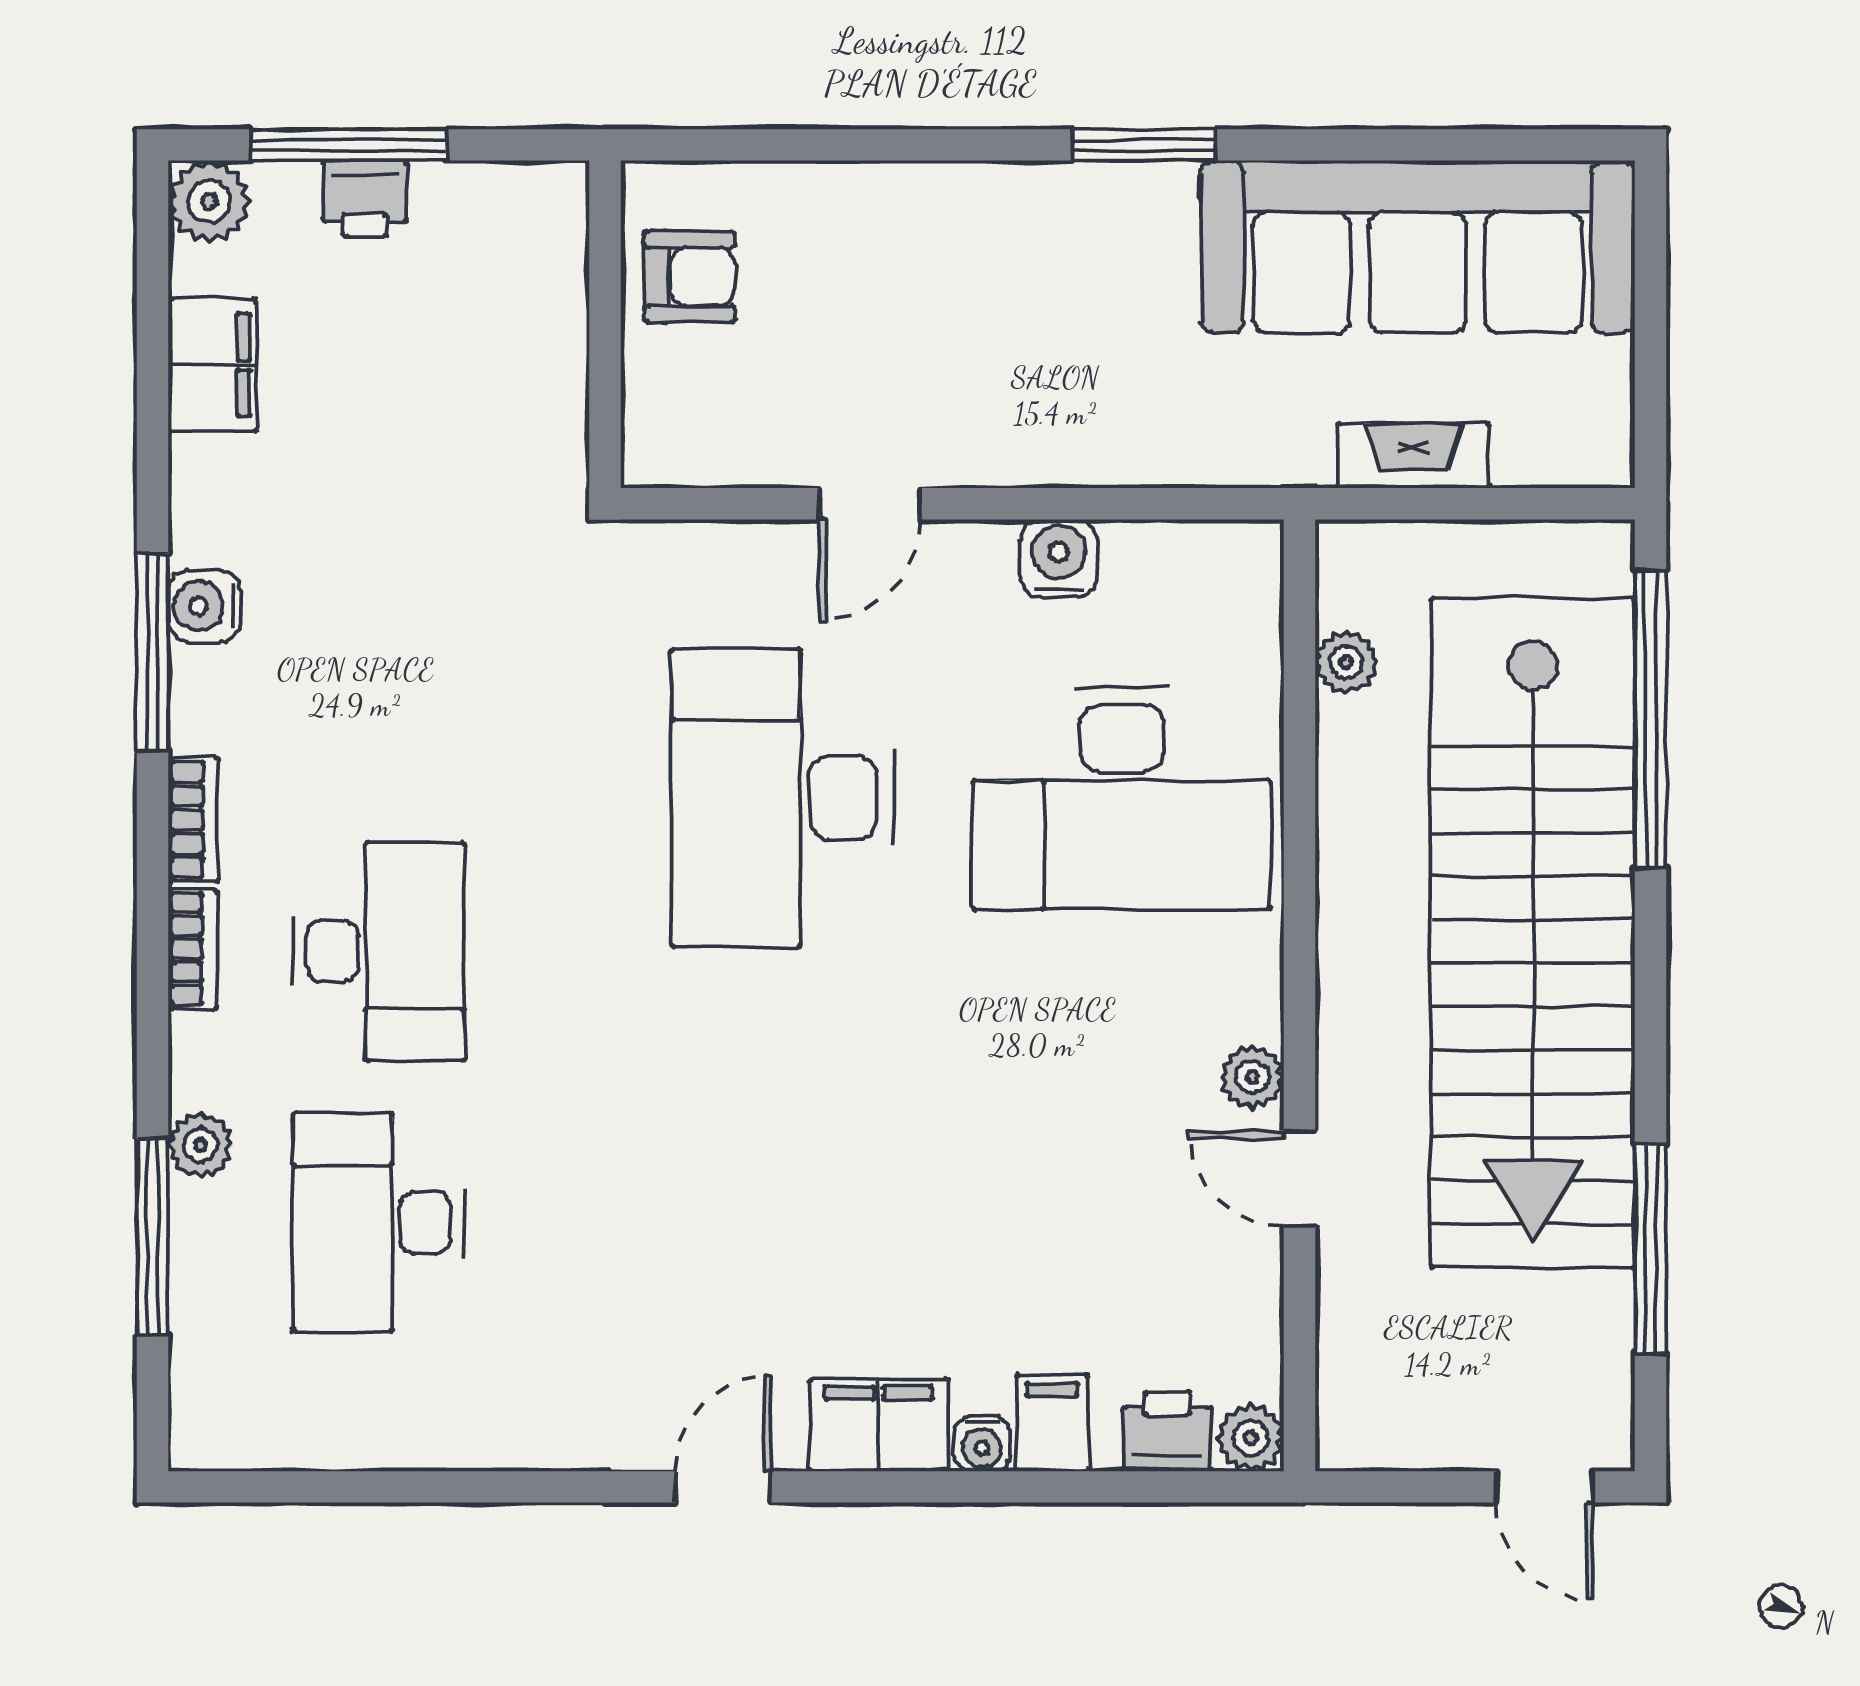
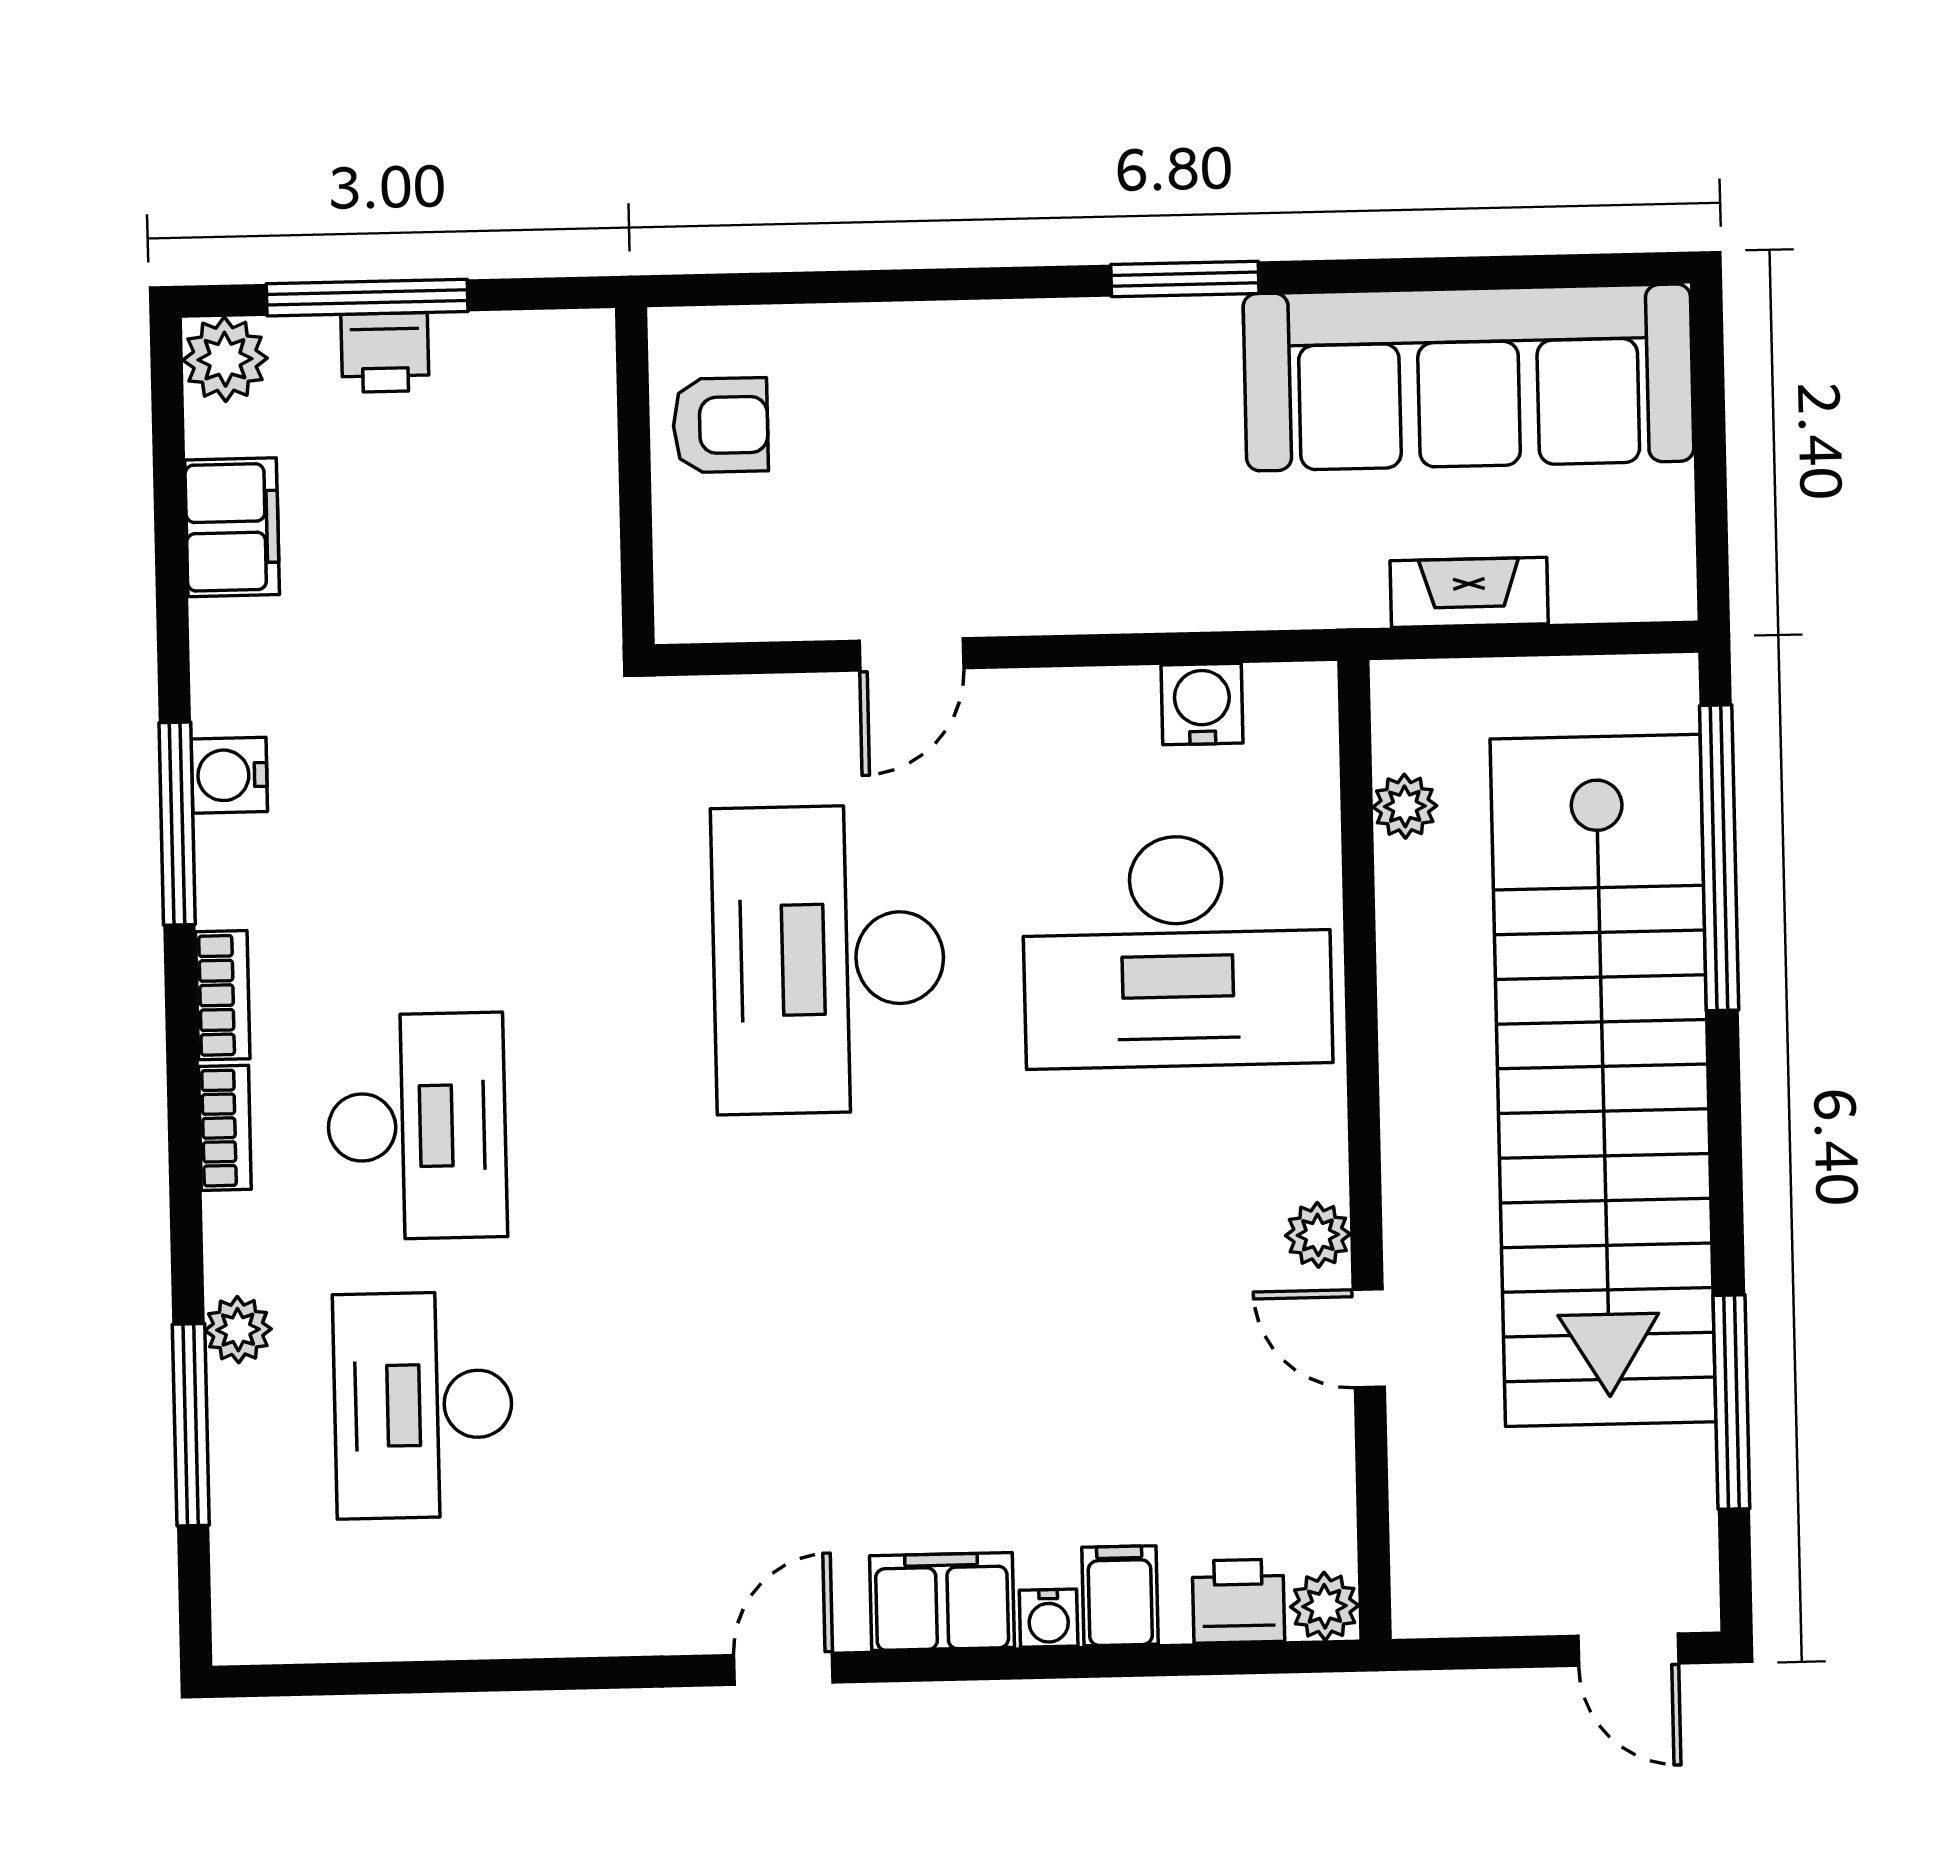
water cooler: (1059, 558) -> (1202, 704), moved

